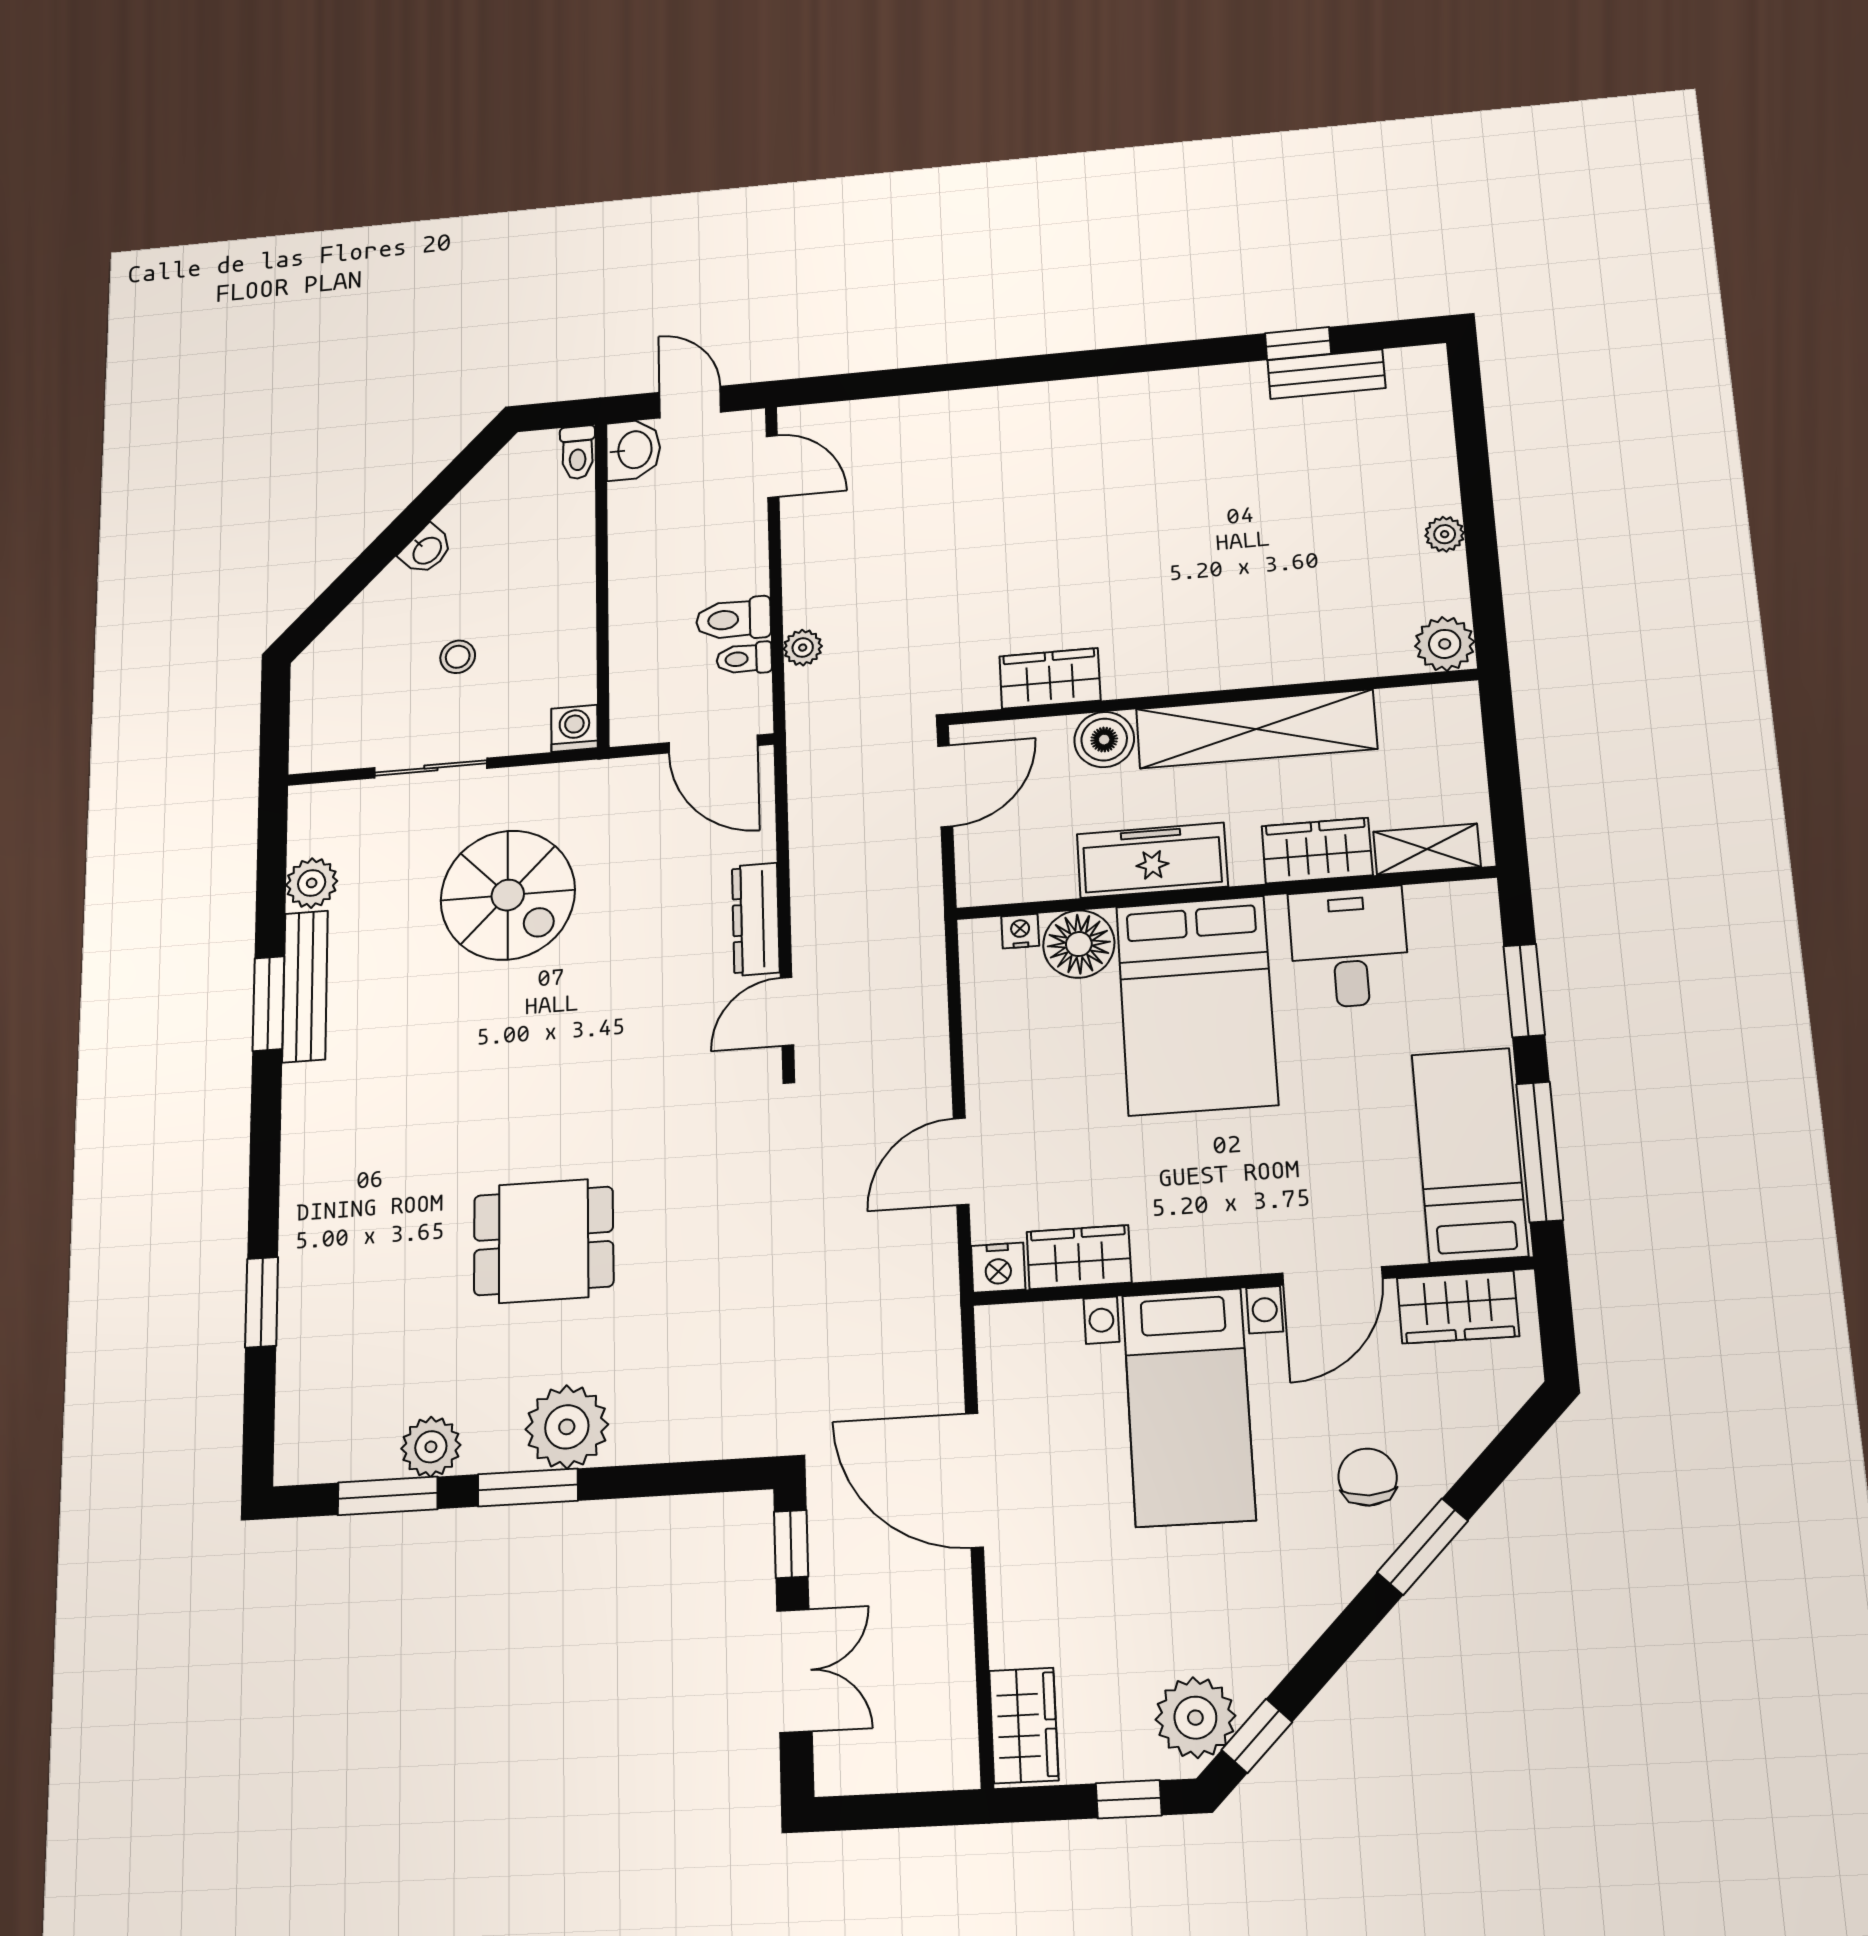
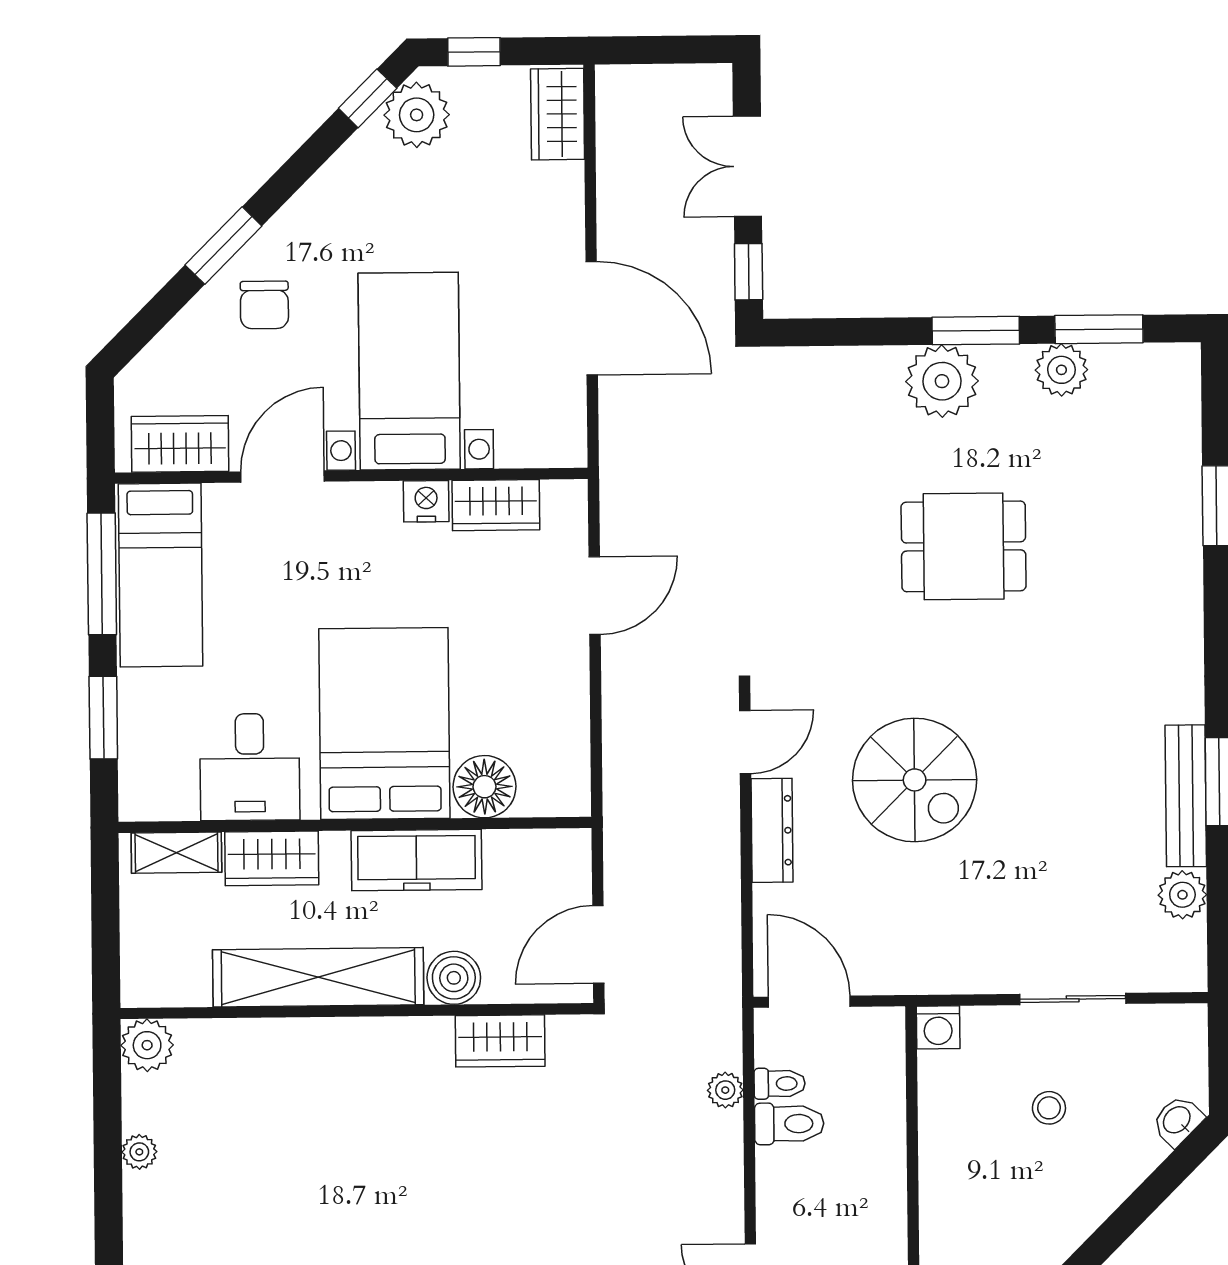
washbasin: (426, 550) -> (1177, 1121), moved
spiral stairs: (508, 895) -> (915, 780), moved, turned 180
nightstand: (1020, 931) -> (536, 802), removed
nightstand: (998, 1268) -> (426, 501), moved

